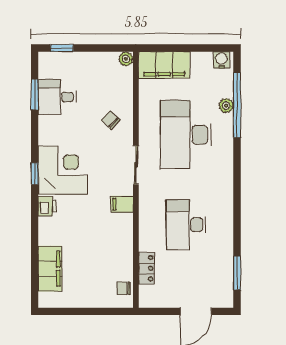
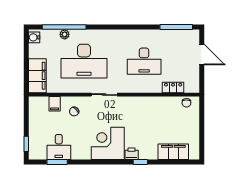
plant: (126, 59) -> (33, 101), removed
window: (35, 174) -> (140, 162), moved
filing cabinet: (122, 204) -> (55, 104), moved
window: (237, 273) -> (176, 27), width x1.44

